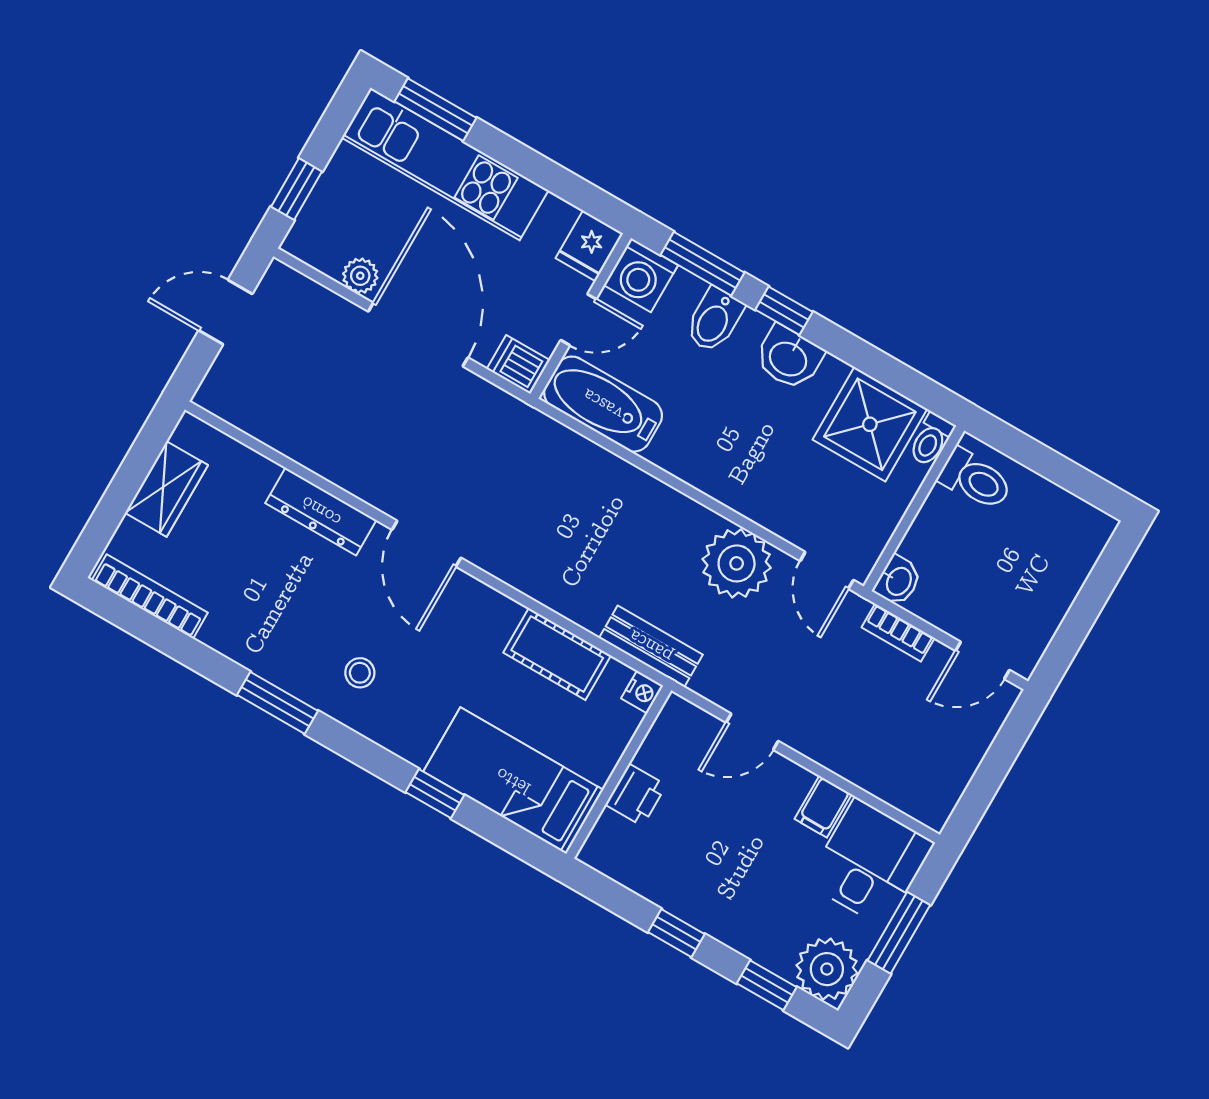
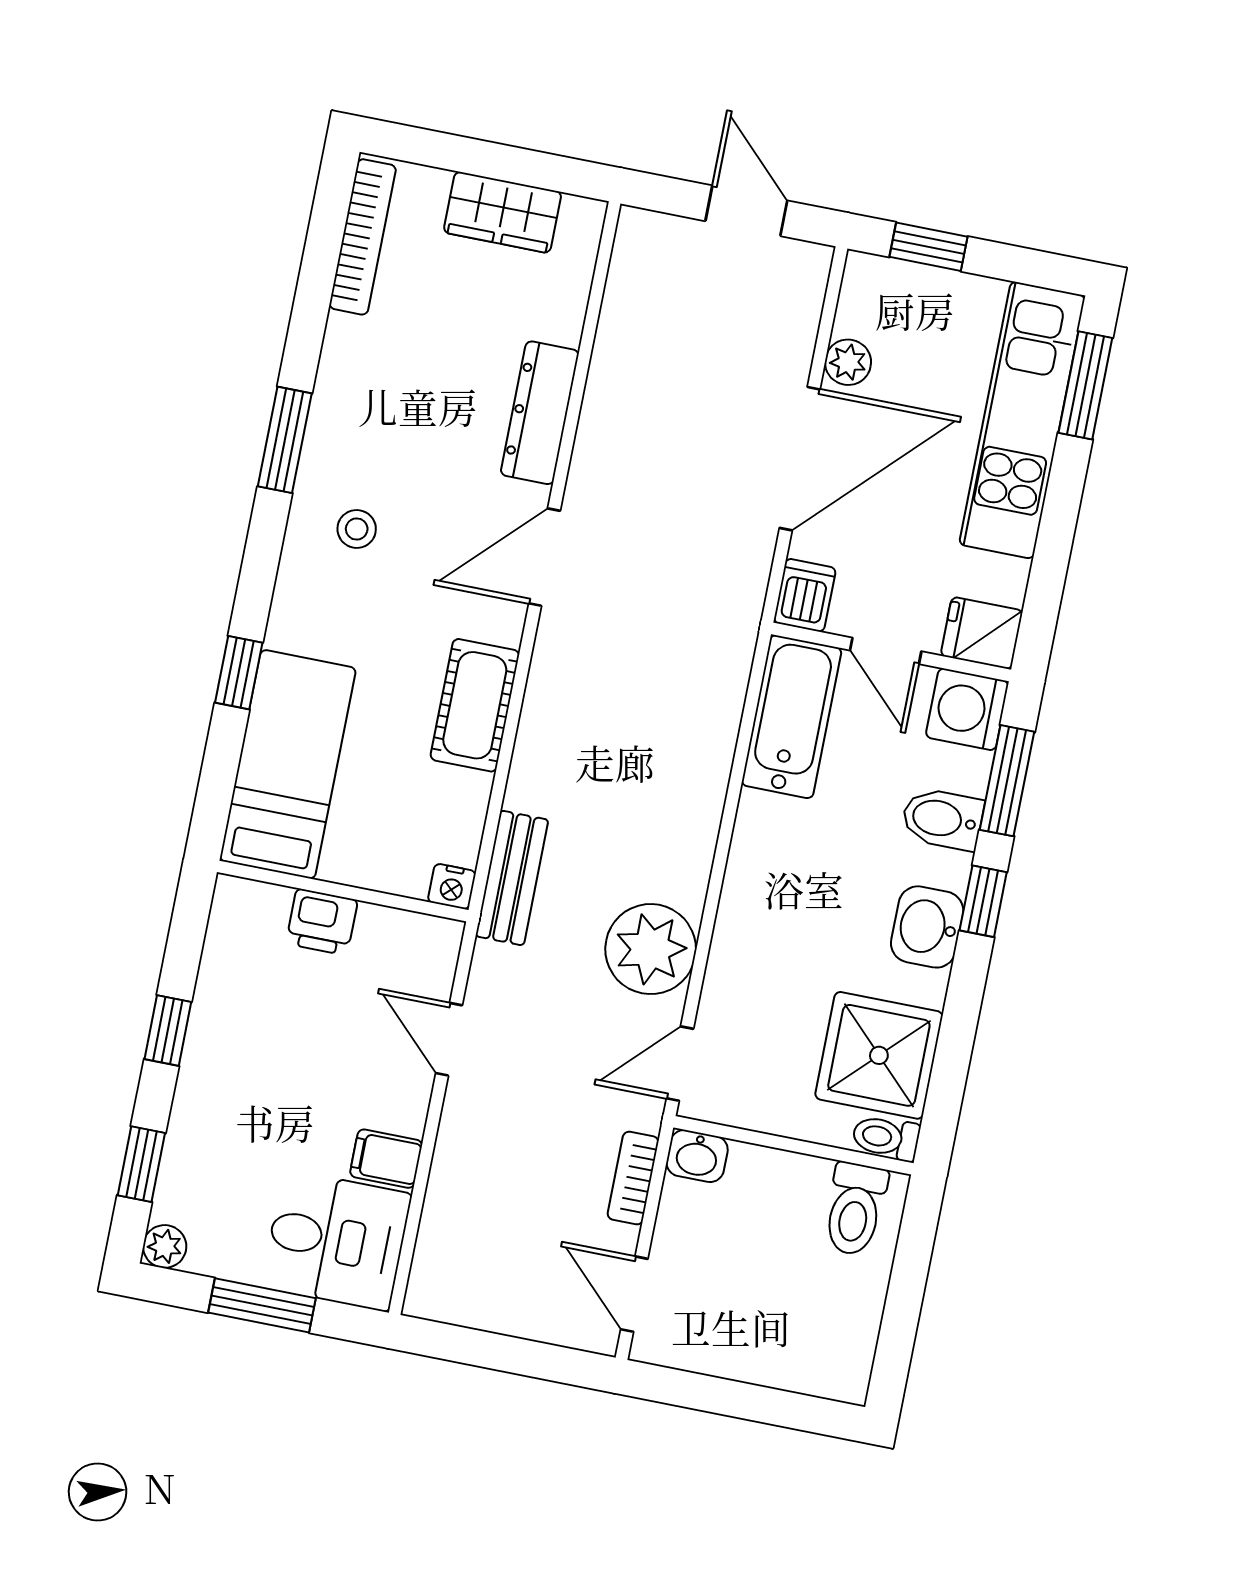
cot: (557, 654) -> (475, 705), moved
plant: (827, 969) -> (165, 1246), width x0.53, depth x0.53

